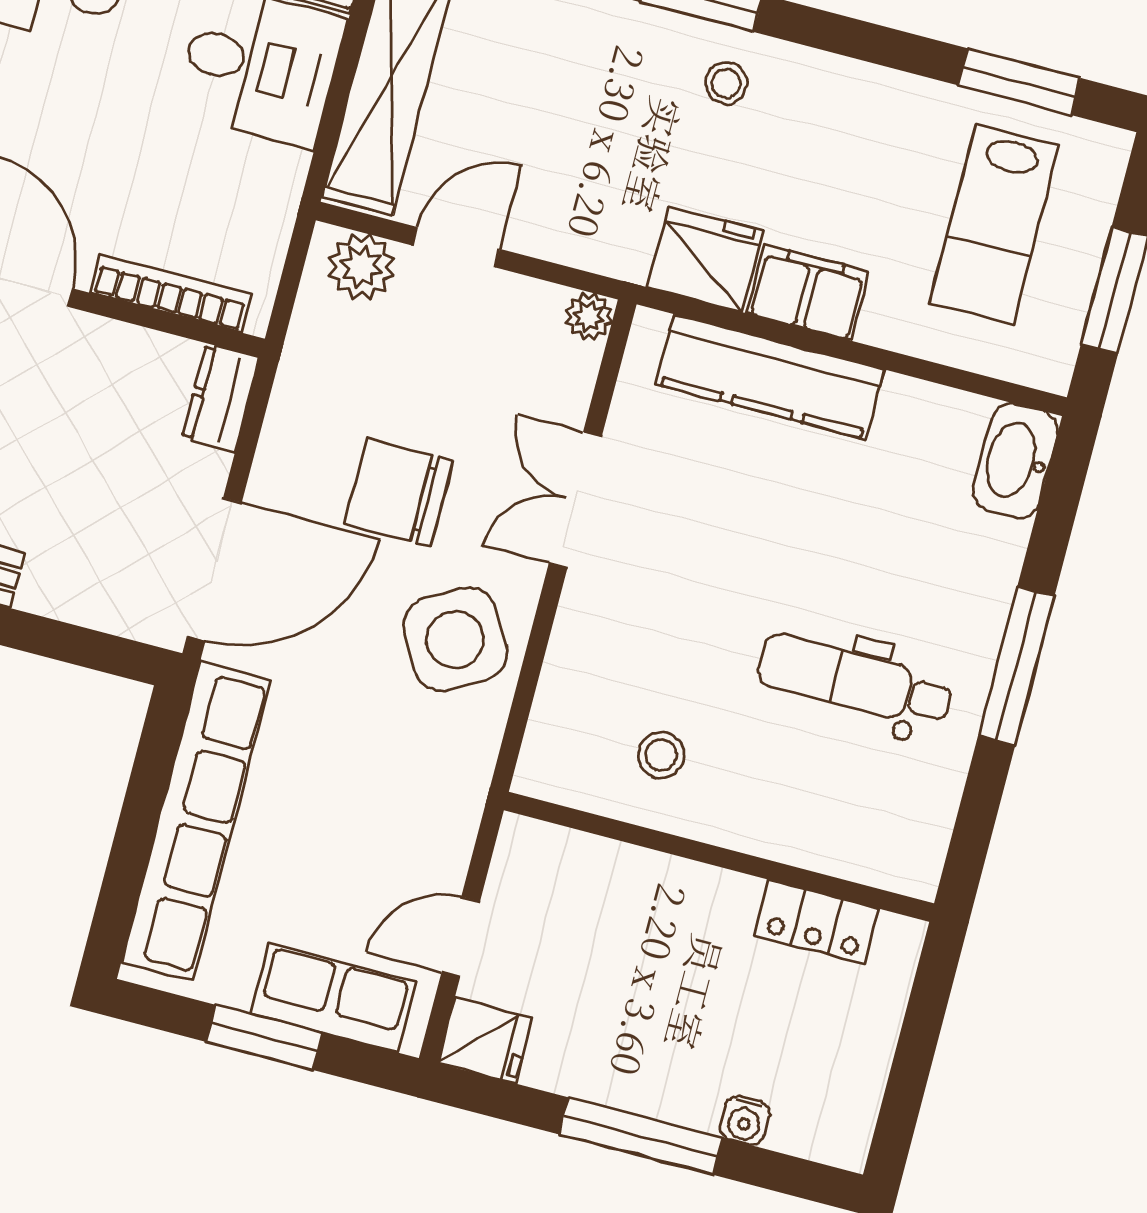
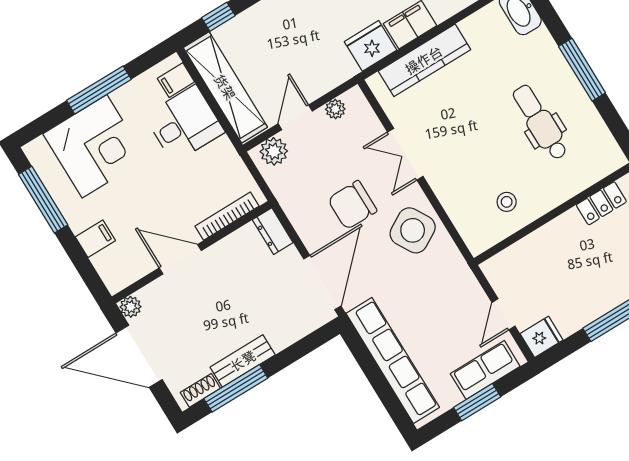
plant: (589, 317) -> (335, 109), moved
dental chair: (855, 681) -> (540, 122), turned 90

